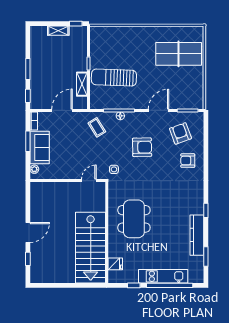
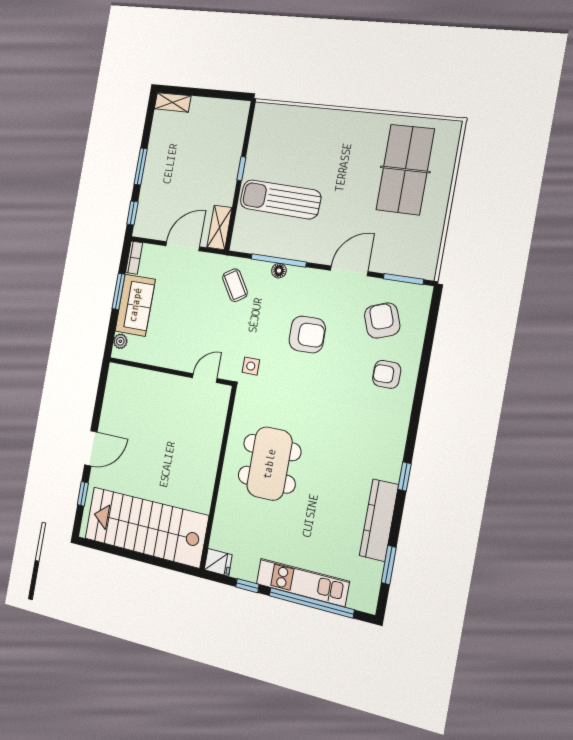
window: (76, 24) -> (232, 95), removed
shelving: (58, 31) -> (173, 102), moved
table tennis table: (179, 54) -> (405, 169), turned 90
shelving: (82, 84) -> (219, 227), moved
stairs: (91, 248) -> (146, 527), moved, turned 90
fridge: (115, 264) -> (218, 562), moved

